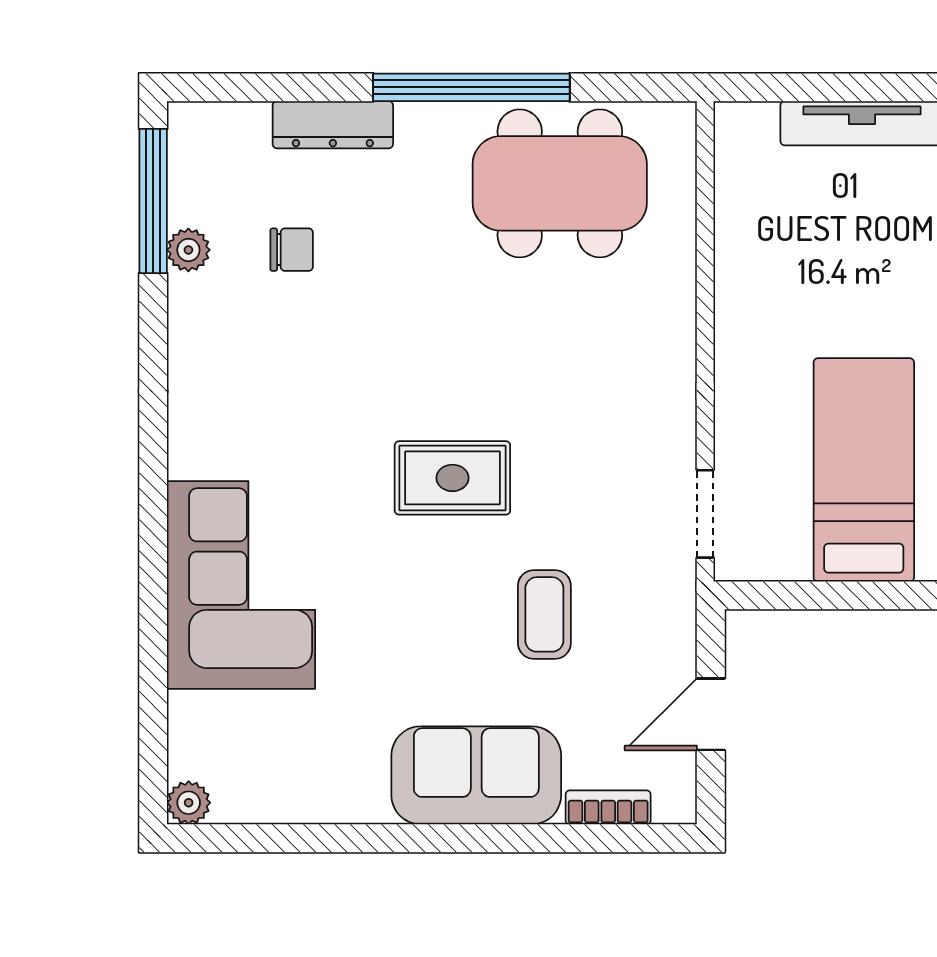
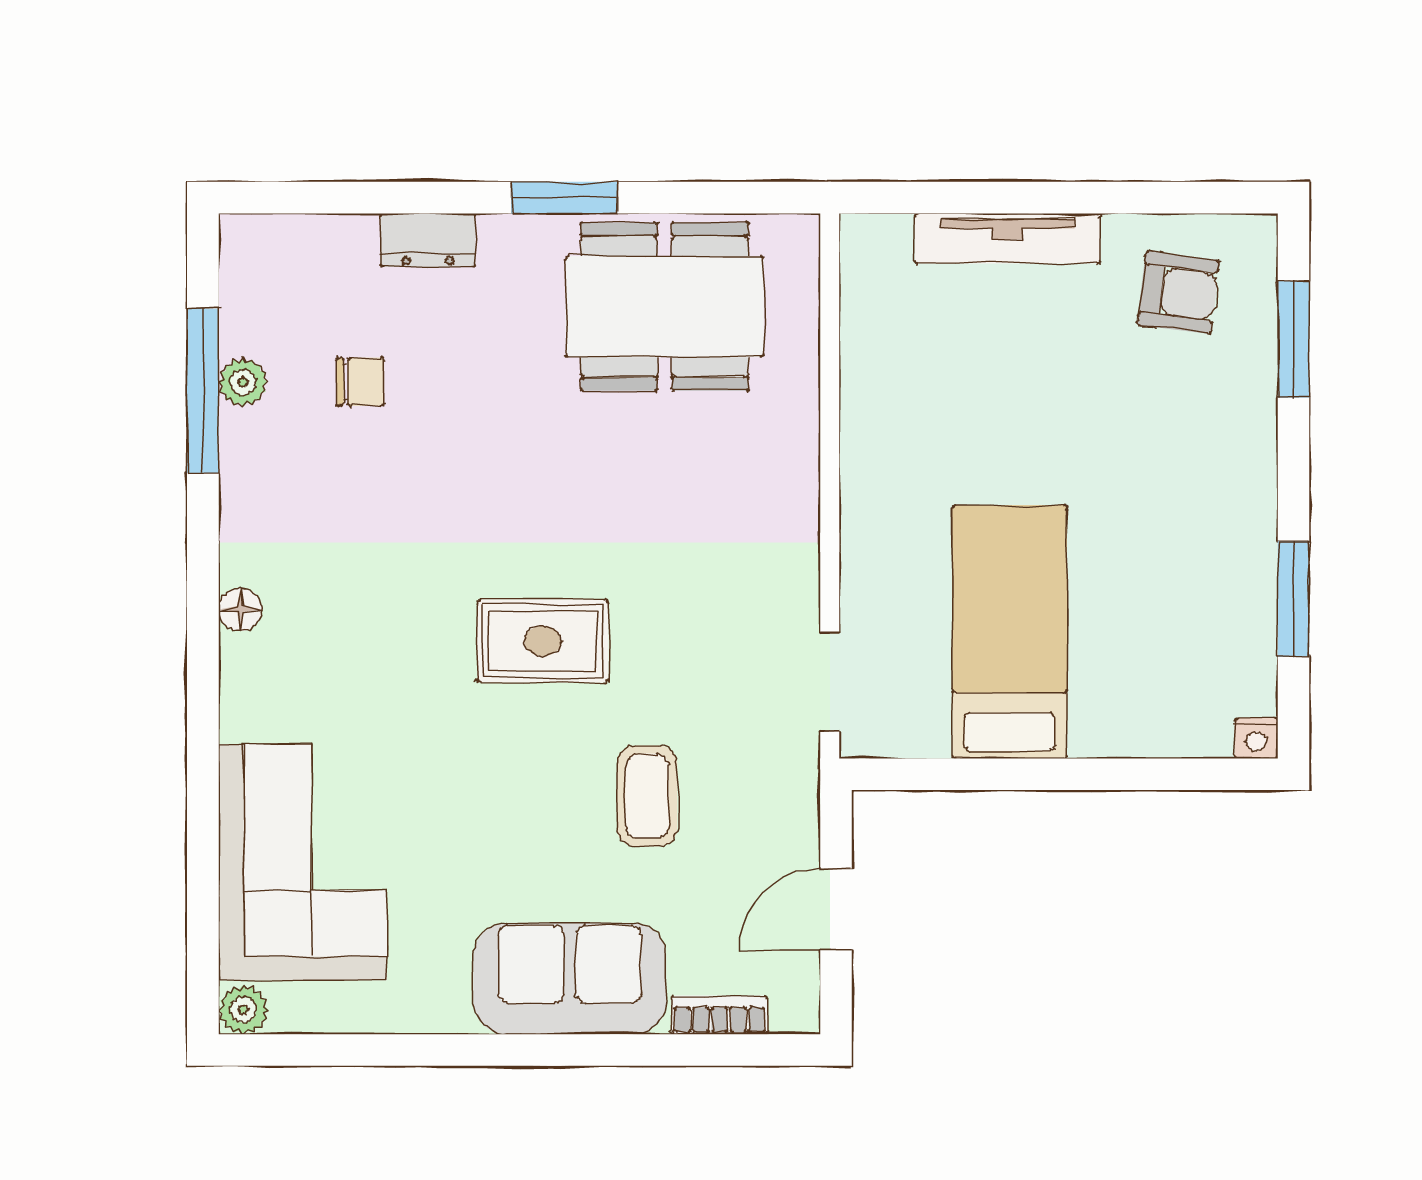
window: (471, 87) -> (564, 198), width x0.47
dresser: (333, 125) -> (428, 240), width x0.70
window: (153, 201) -> (203, 391), moved
floor lamp: (186, 450) -> (240, 609), added
corner sofa: (241, 585) -> (303, 862), moved

